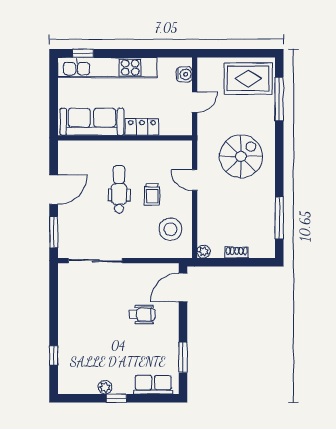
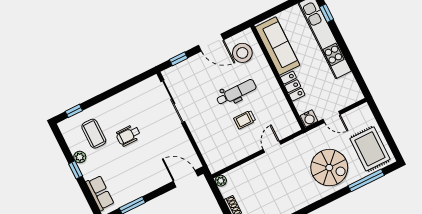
water cooler: (184, 74) -> (309, 118), moved
spiral stairs: (241, 156) -> (329, 168), moved
stool: (170, 229) -> (242, 53), moved
window: (54, 232) -> (178, 59), width x0.67
wheelchair: (142, 314) -> (128, 135), moved, turned 90
window: (54, 355) -> (74, 111), moved
coffee table: (88, 360) -> (94, 134), added

